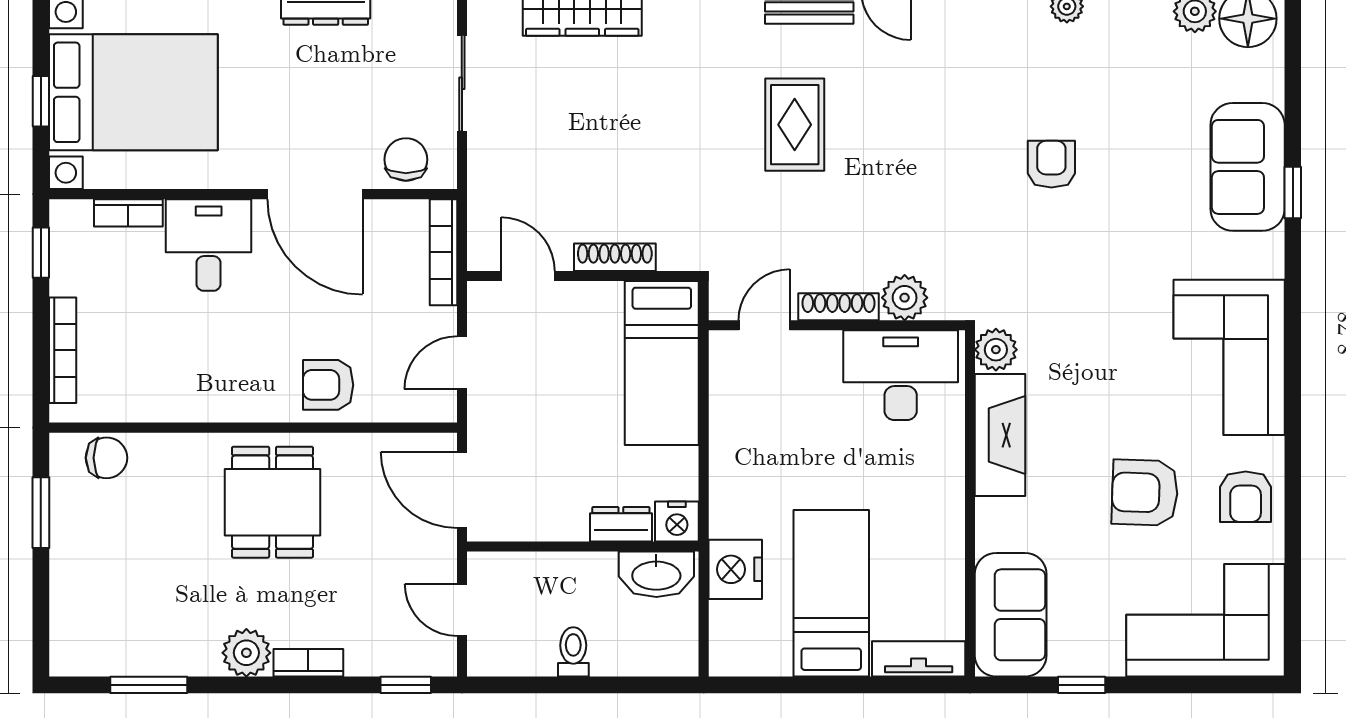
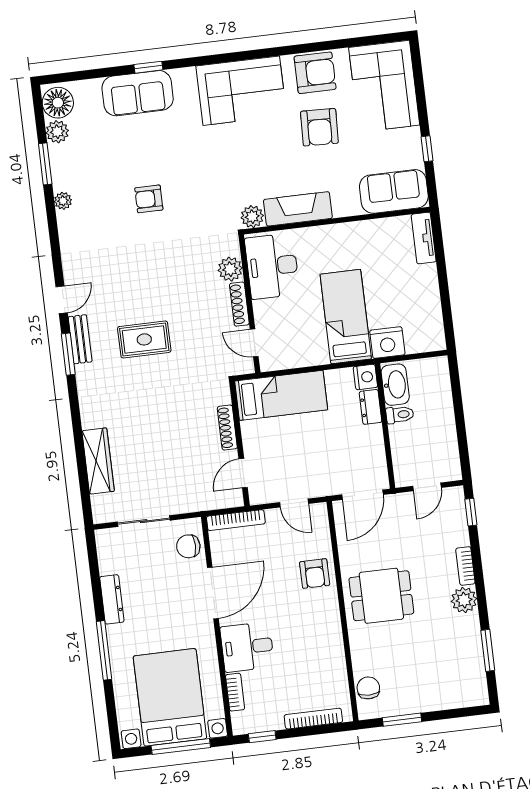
window: (41, 101) -> (181, 746), width x2.17
armchair: (1246, 497) -> (315, 73), width x1.38, depth x1.38
bed: (831, 593) -> (346, 317), moved, turned 90
toilet: (573, 652) -> (400, 415), moved, turned 180

